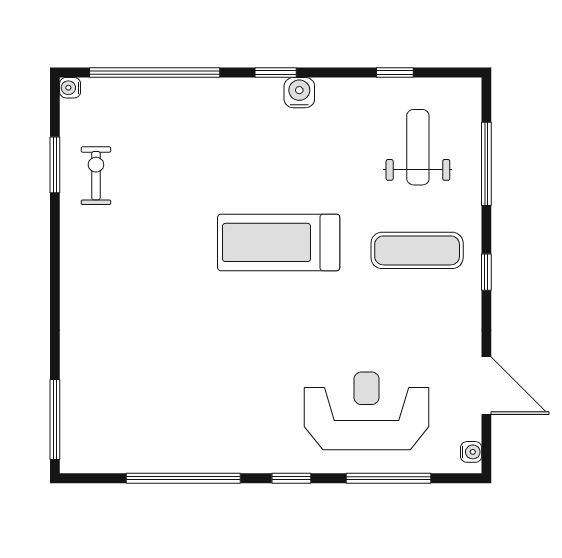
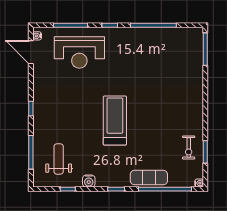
water cooler: (299, 93) -> (89, 181), moved
weight bench: (418, 147) -> (59, 159), turned 180
treadmill: (279, 242) -> (115, 121), turned -90
exercise mat: (417, 250) -> (149, 178), moved
door: (486, 386) -> (31, 52), moved

